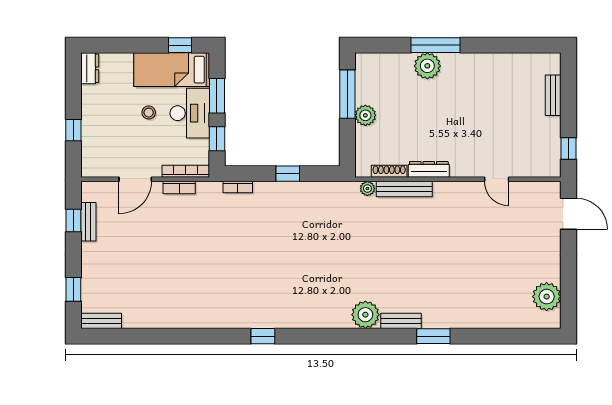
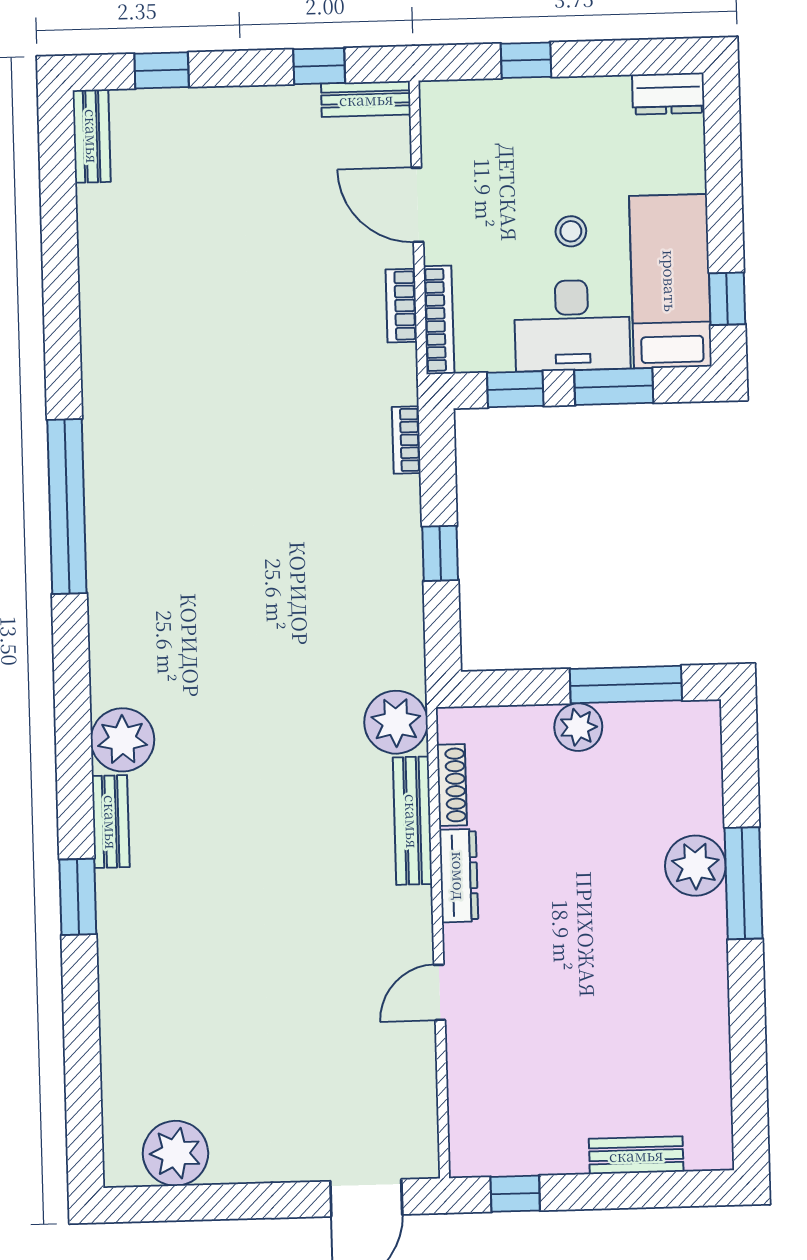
door: (497, 179) -> (439, 992), moved
plant: (367, 188) -> (396, 722), width x1.87, depth x1.87
bench: (88, 222) -> (366, 99), moved
window: (263, 336) -> (67, 507), width x3.17

